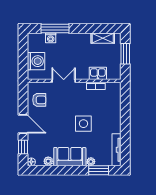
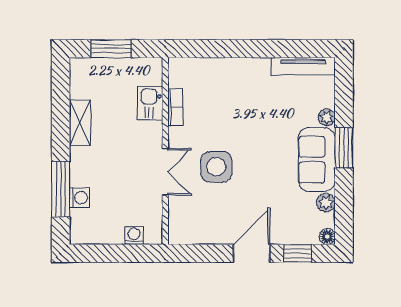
shelving: (103, 38) -> (80, 123), moved
washing machine: (36, 61) -> (134, 235), width x0.53, depth x0.53
double door: (64, 81) -> (165, 172), swing flipped
armchair: (39, 100) -> (203, 221), removed
side table: (83, 124) -> (216, 167), moved
window: (99, 170) -> (344, 148), moved

